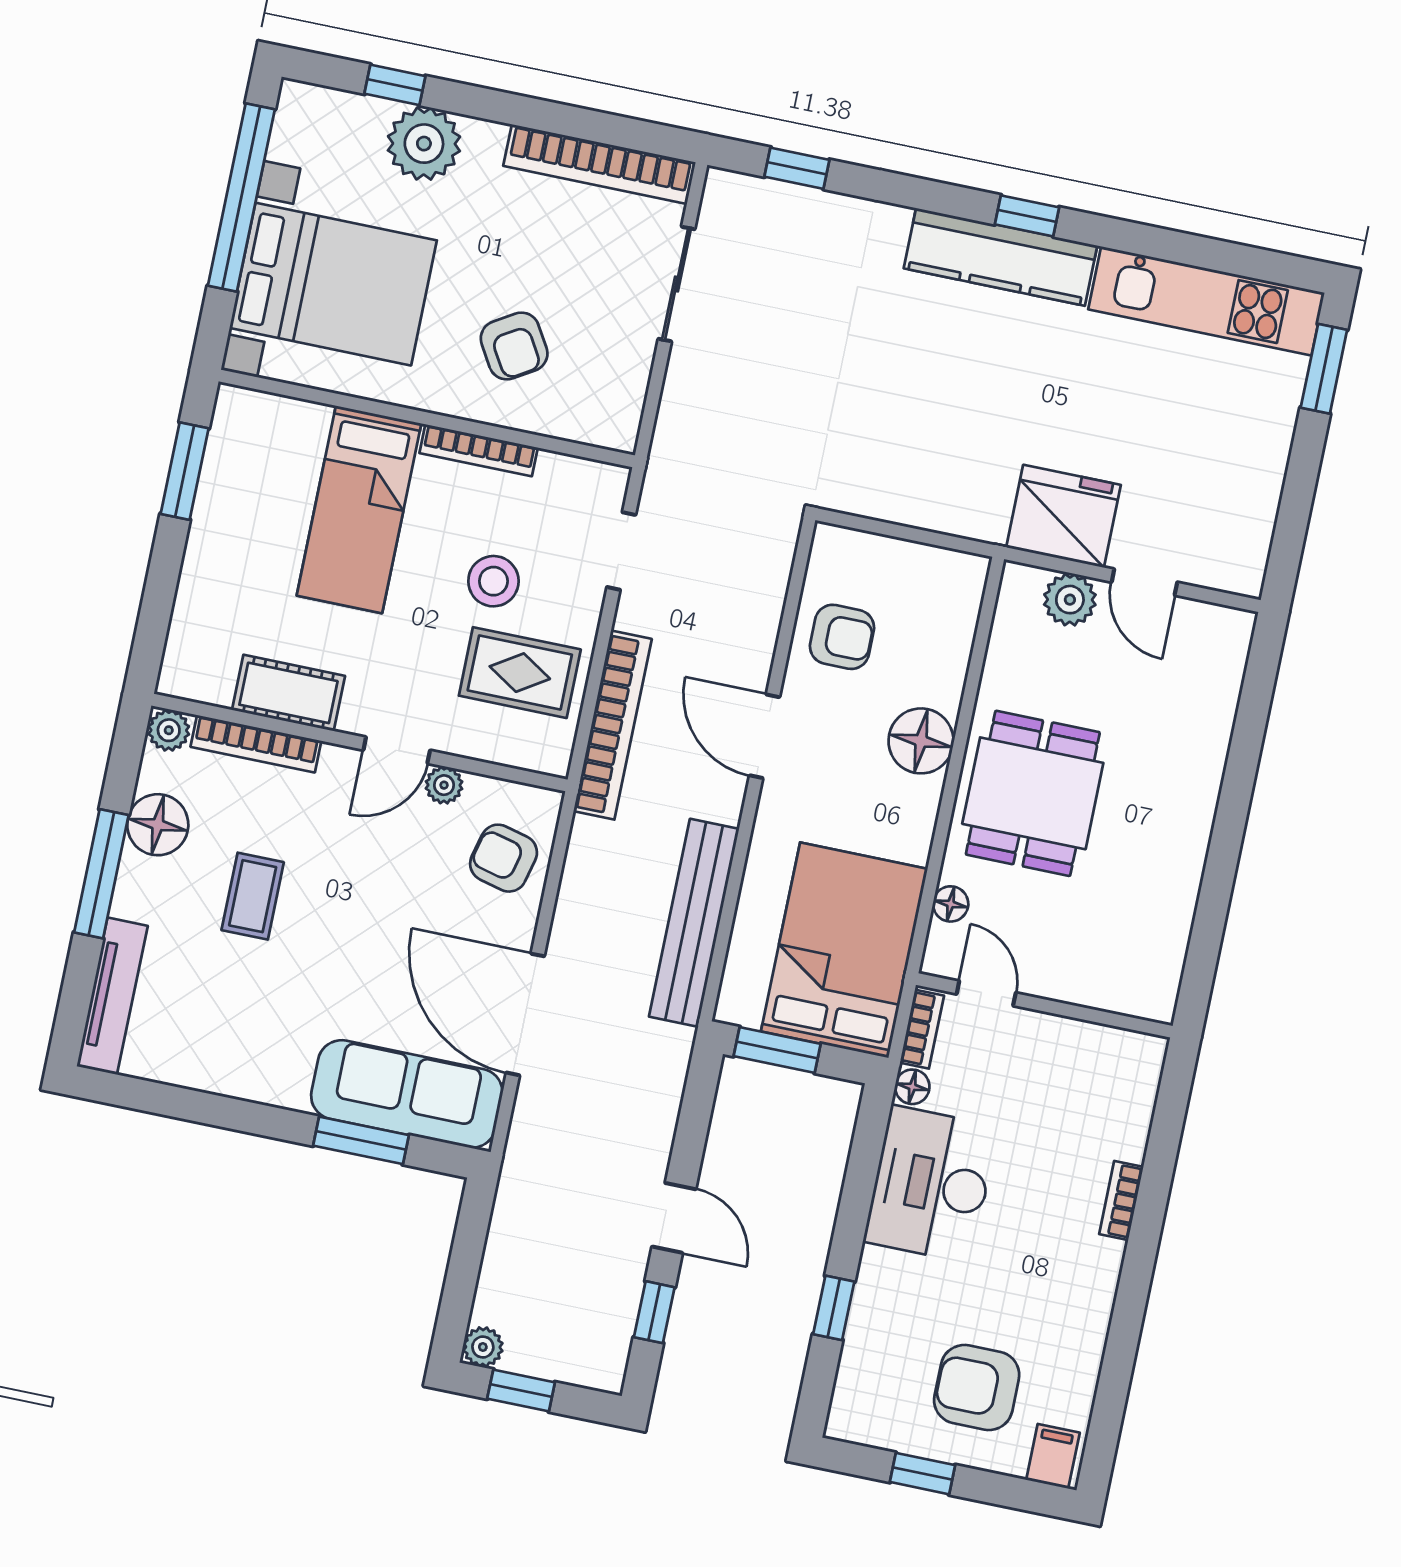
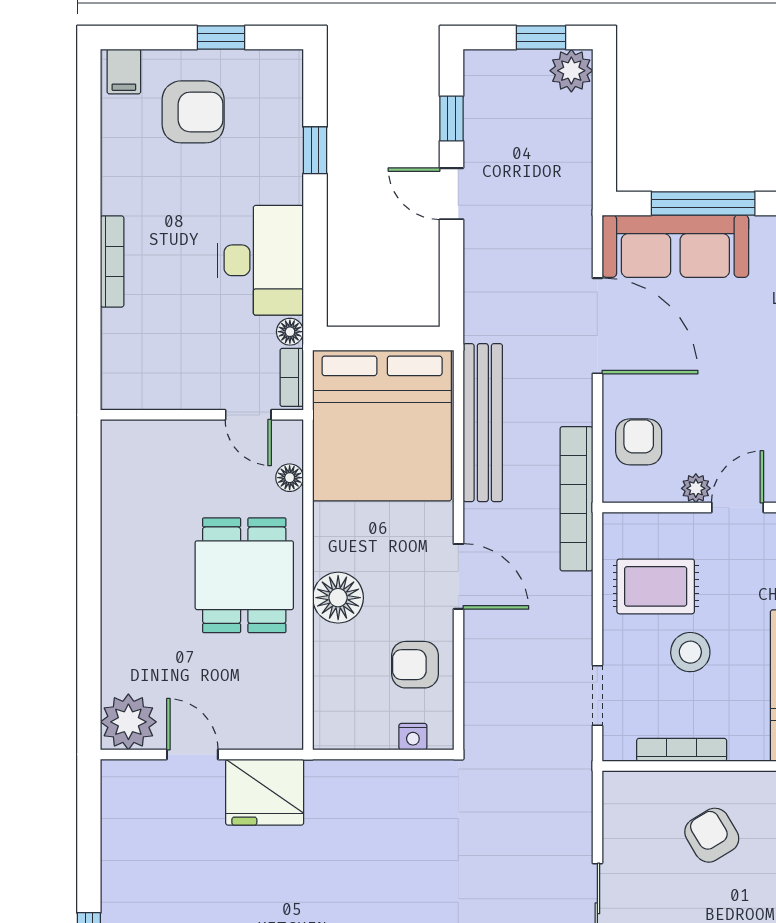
bookcase: (479, 450) -> (682, 750), moved
nightstand: (863, 547) -> (413, 737), added
plant: (1070, 600) -> (128, 722), moved, width x1.36, depth x1.36
bookcase: (613, 725) -> (576, 499), moved
armchair: (504, 858) -> (639, 442), turned -104
bed: (844, 950) -> (382, 425), width x1.36
window: (777, 1050) -> (399, 338), removed
window: (361, 1140) -> (703, 203), width x1.44
bookcase: (1121, 1200) -> (112, 261), width x1.56
plant: (483, 1347) -> (571, 71), width x1.38, depth x1.38

